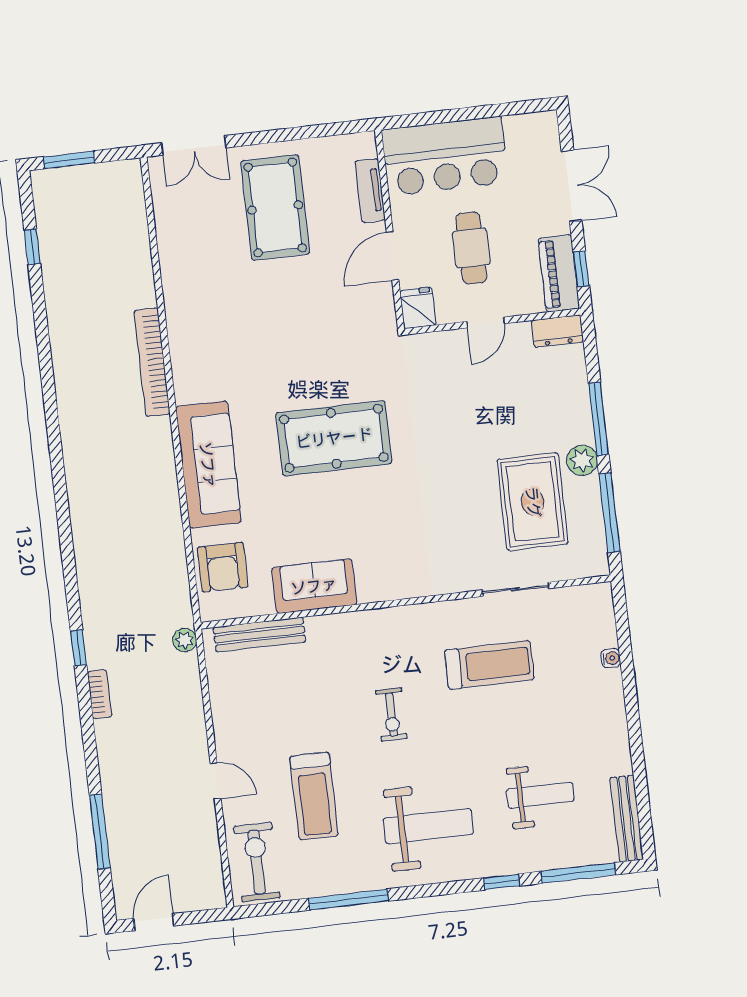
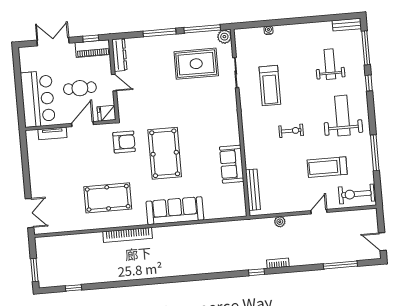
pool table: (275, 207) -> (108, 198), moved
door: (393, 256) -> (83, 124), swing flipped
dresser: (558, 331) -> (119, 55), width x1.44
plant: (582, 460) -> (224, 37), moved
armchair: (223, 567) -> (124, 142), moved
plant: (185, 640) -> (280, 222), moved
treadmill: (489, 665) -> (270, 86), turned 180
treadmill: (314, 796) -> (327, 167), turned 180
bench: (627, 819) -> (347, 25), width x0.73

